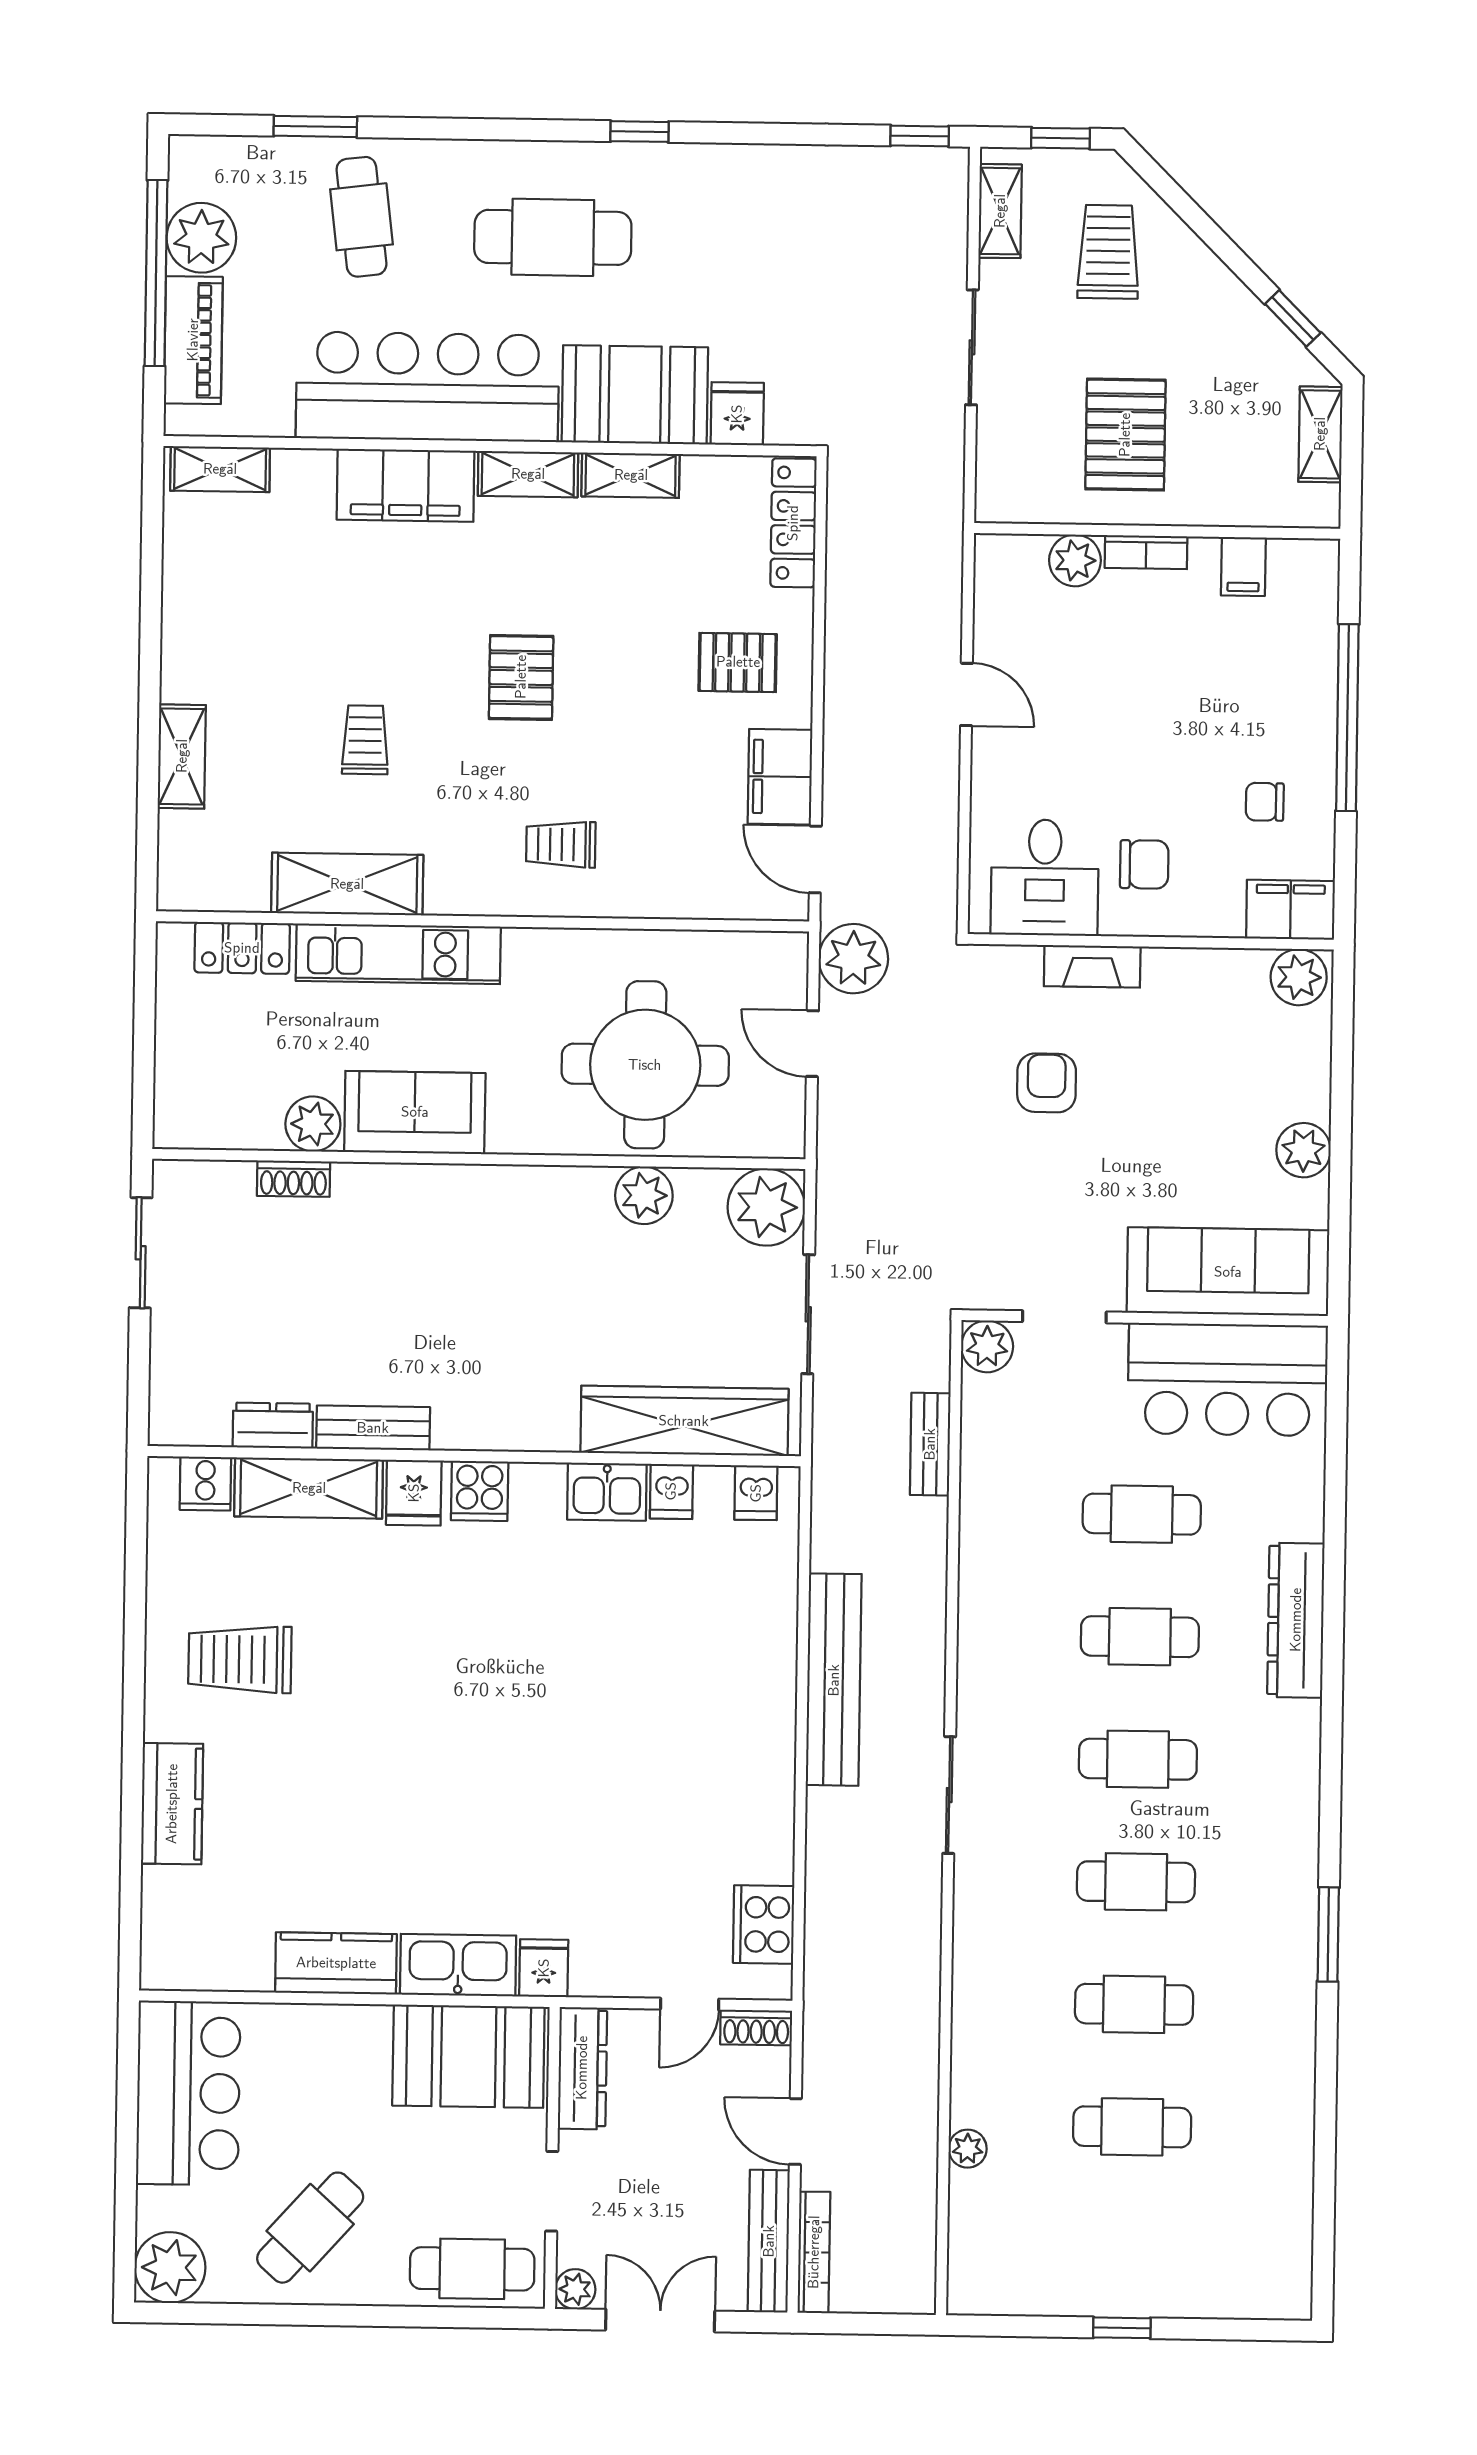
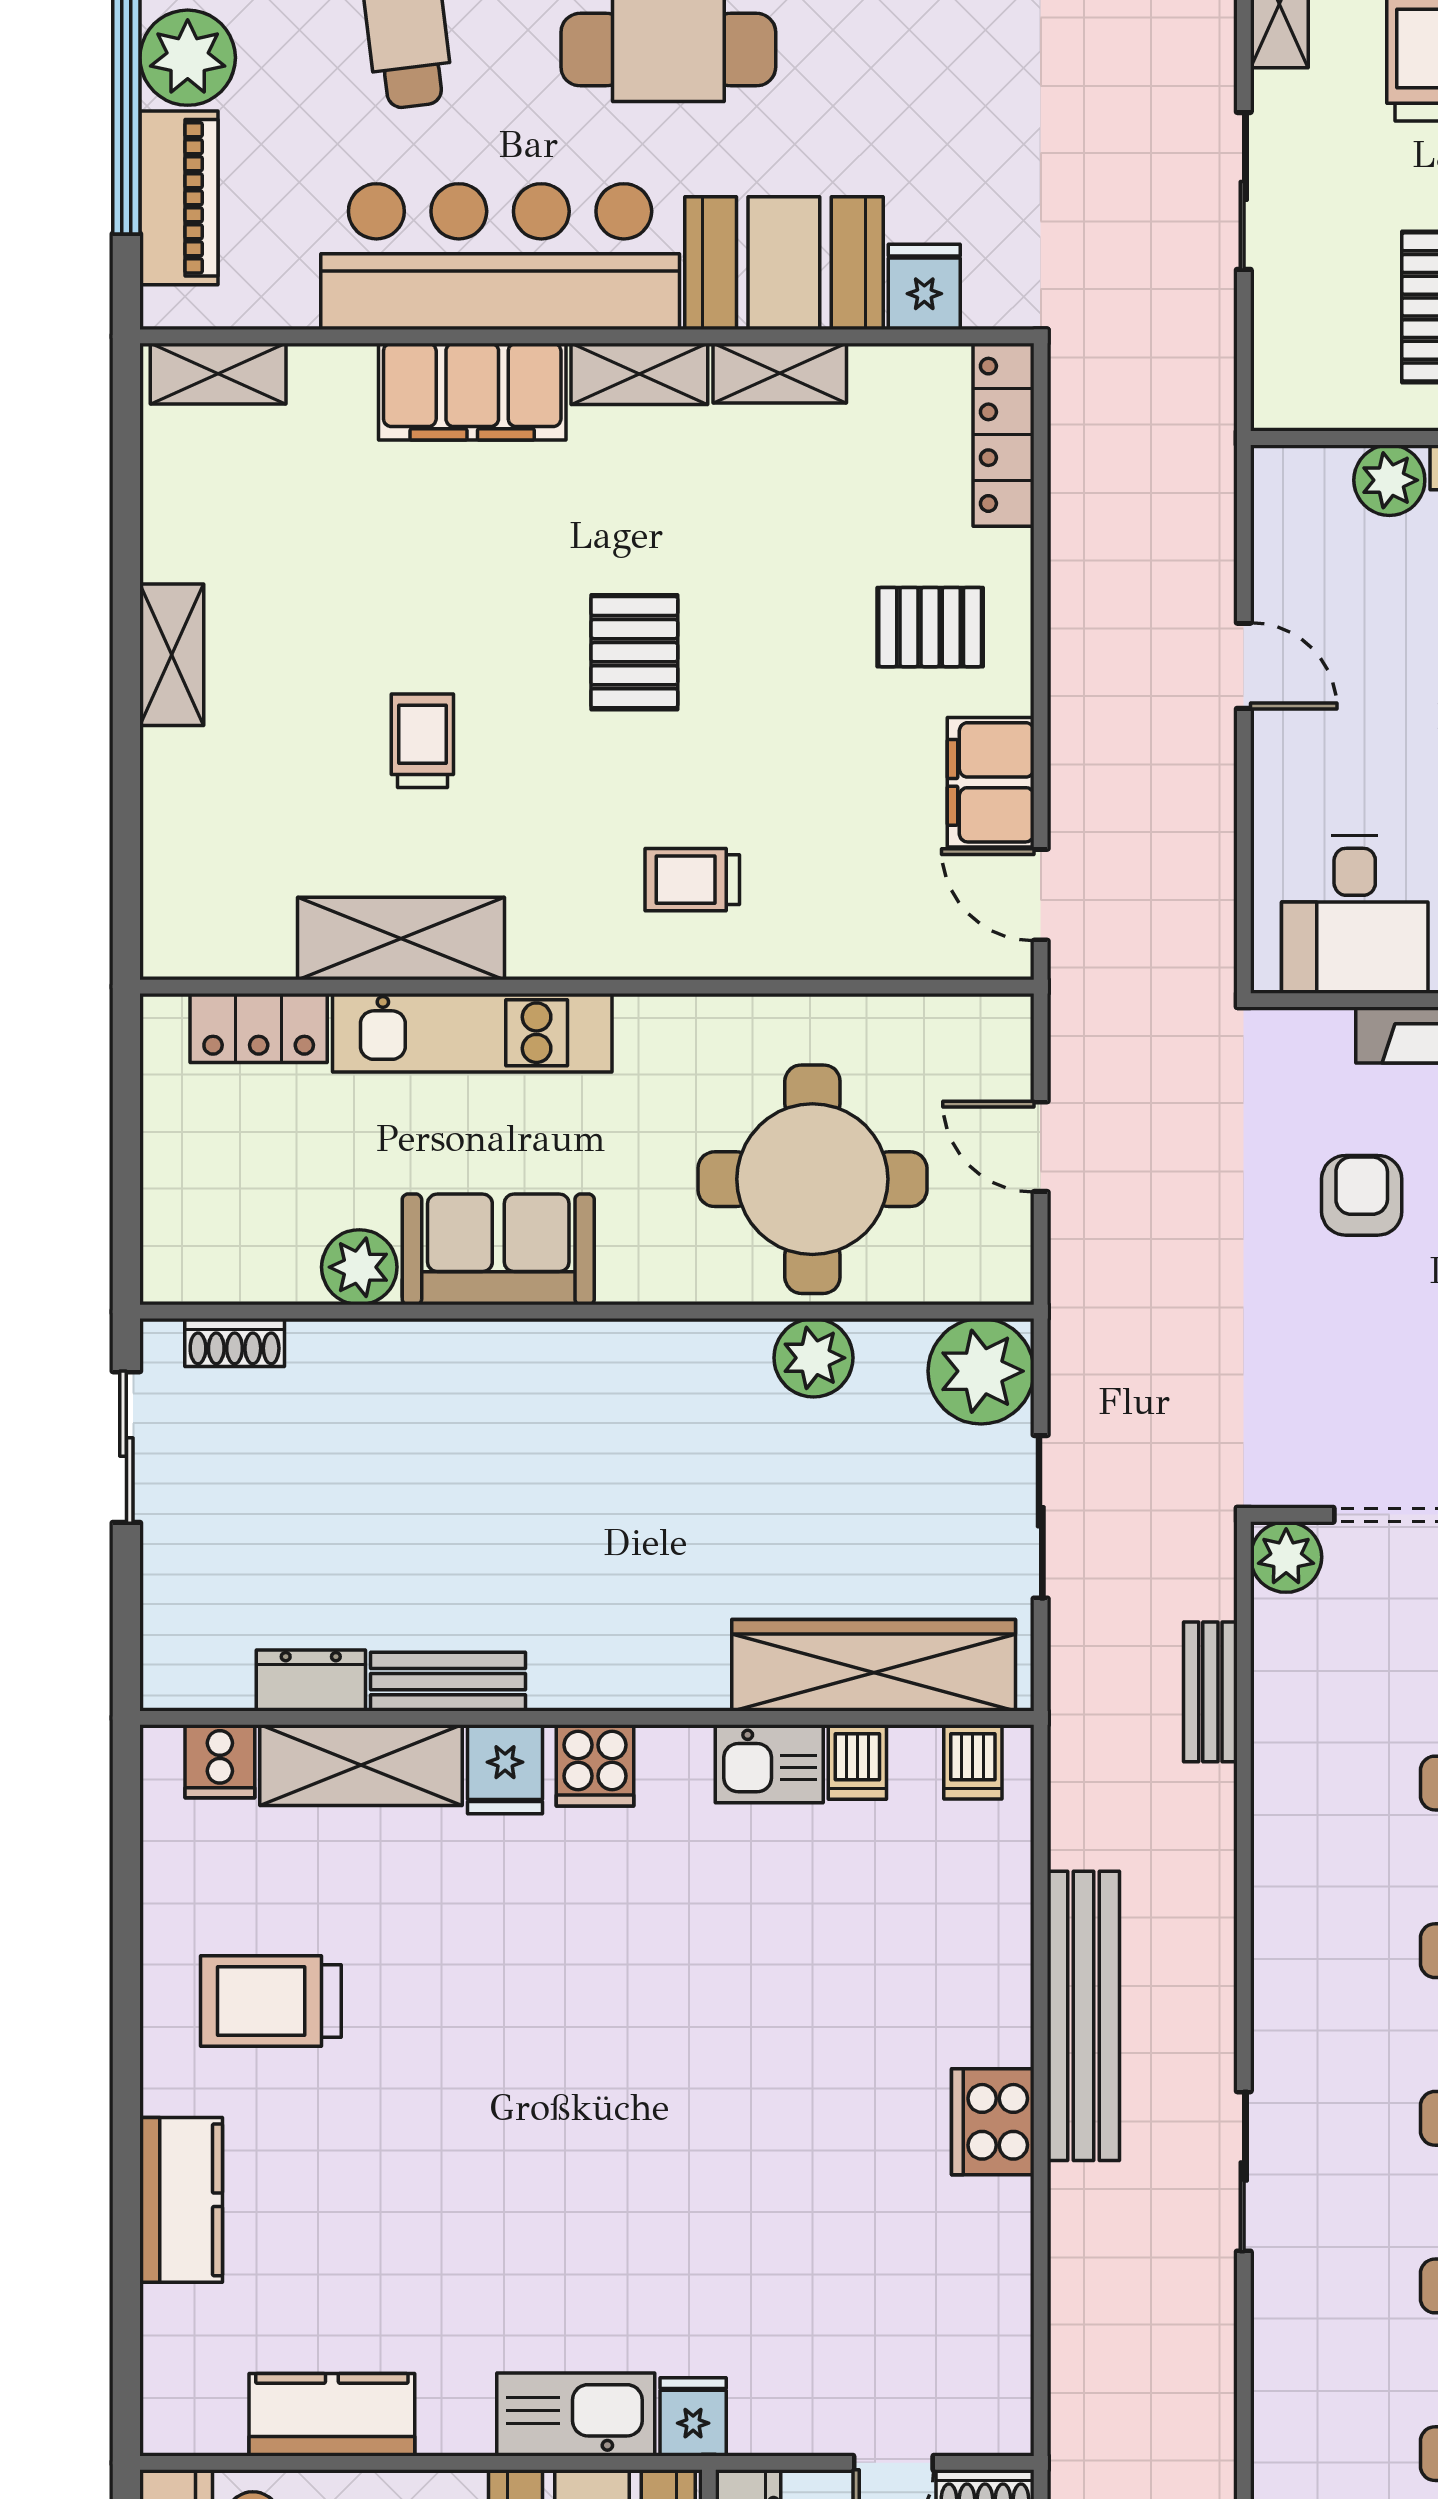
shelving: (182, 756) -> (172, 655), moved
plant: (853, 959) -> (1095, 1029), removed
shoe rack: (293, 1179) -> (235, 1343), moved
cooker: (764, 1924) -> (993, 2122), moved
kitchen counter: (336, 1963) -> (332, 2415), moved

